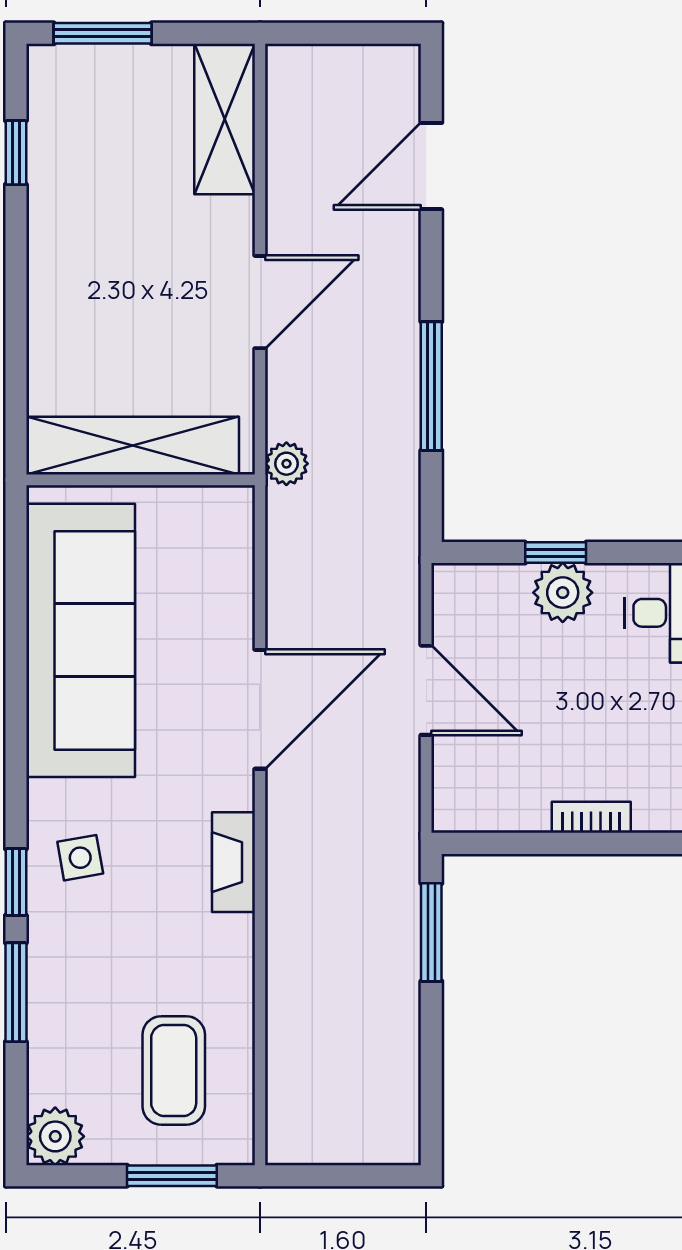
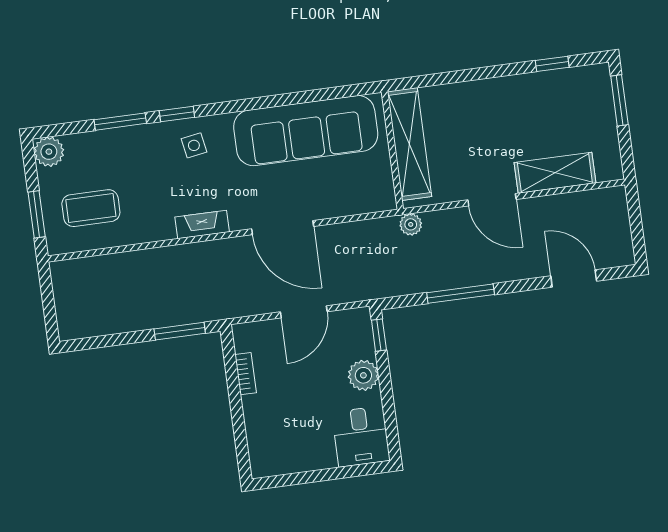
shelving: (225, 119) -> (555, 173), moved
window: (556, 553) -> (379, 335), moved
bookcase: (591, 817) -> (246, 374), moved

